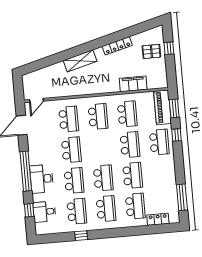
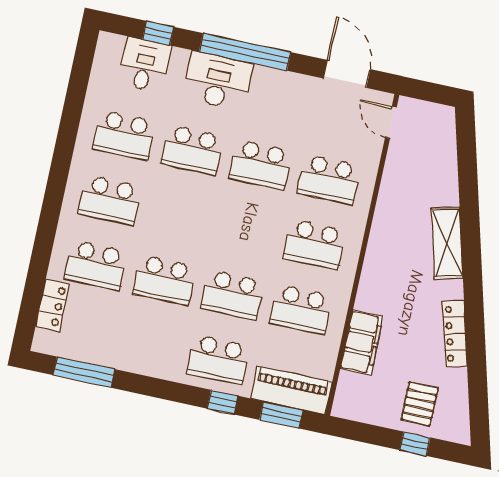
school desk: (103, 178) -> (178, 215), removed
window: (81, 236) -> (68, 129), removed

